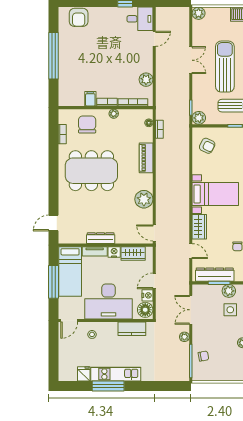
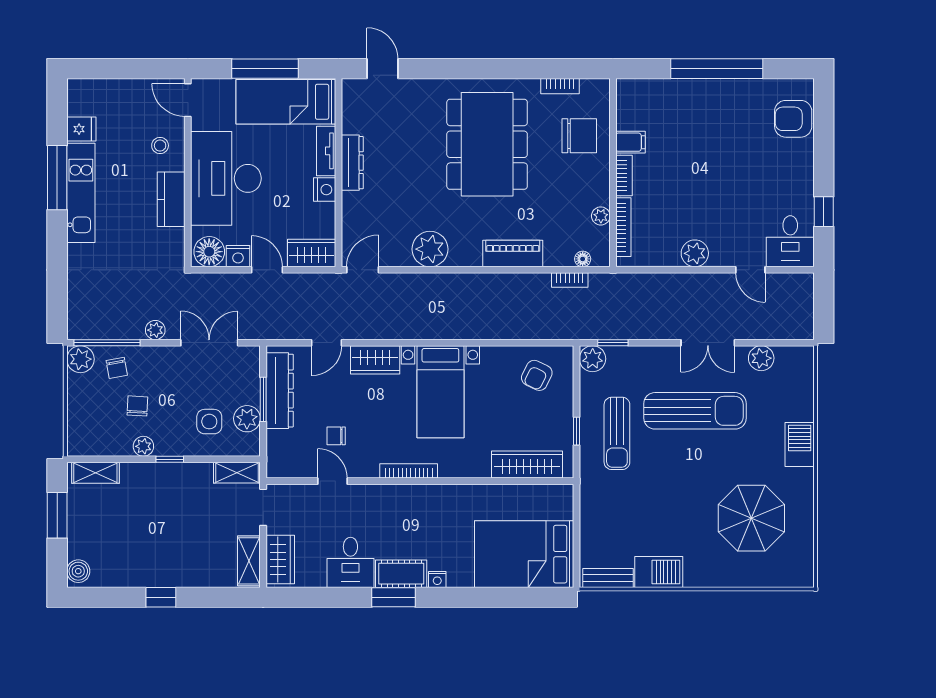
plant: (199, 13) -> (761, 358), moved
plant: (146, 80) -> (695, 253), moved
plant: (114, 114) -> (601, 216), moved
wardrobe: (133, 254) -> (312, 253), moved, turned 90
kitchen counter: (132, 329) -> (171, 199), moved
chair: (222, 346) -> (137, 406), added
plant: (199, 374) -> (80, 359), added

